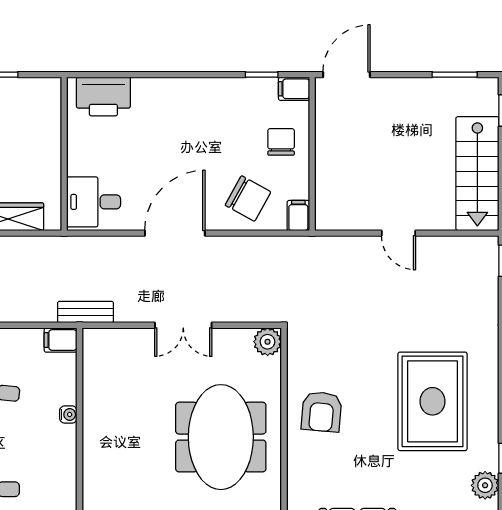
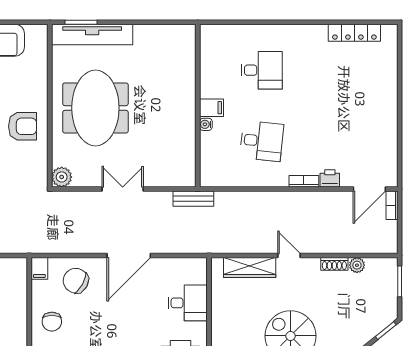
desk: (94, 202) -> (188, 303), moved
filing cabinet: (61, 340) -> (211, 108), moved
armchair: (322, 412) -> (23, 126), turned 85

